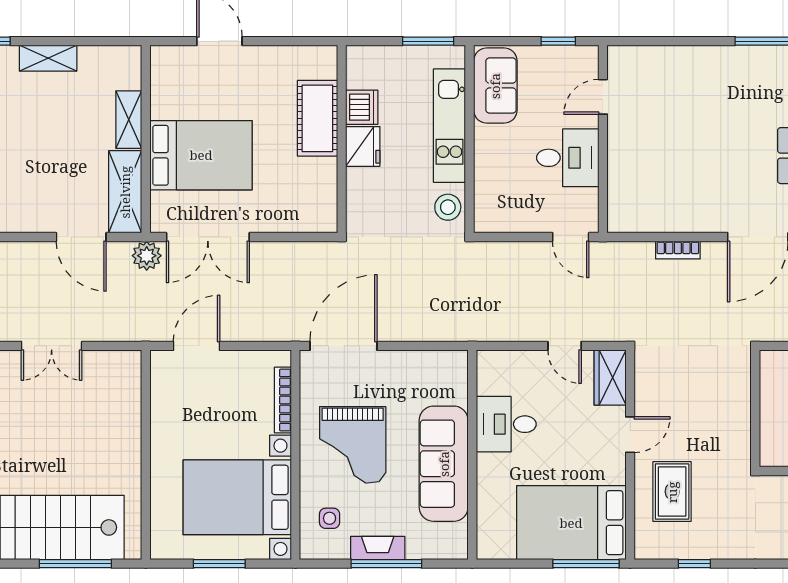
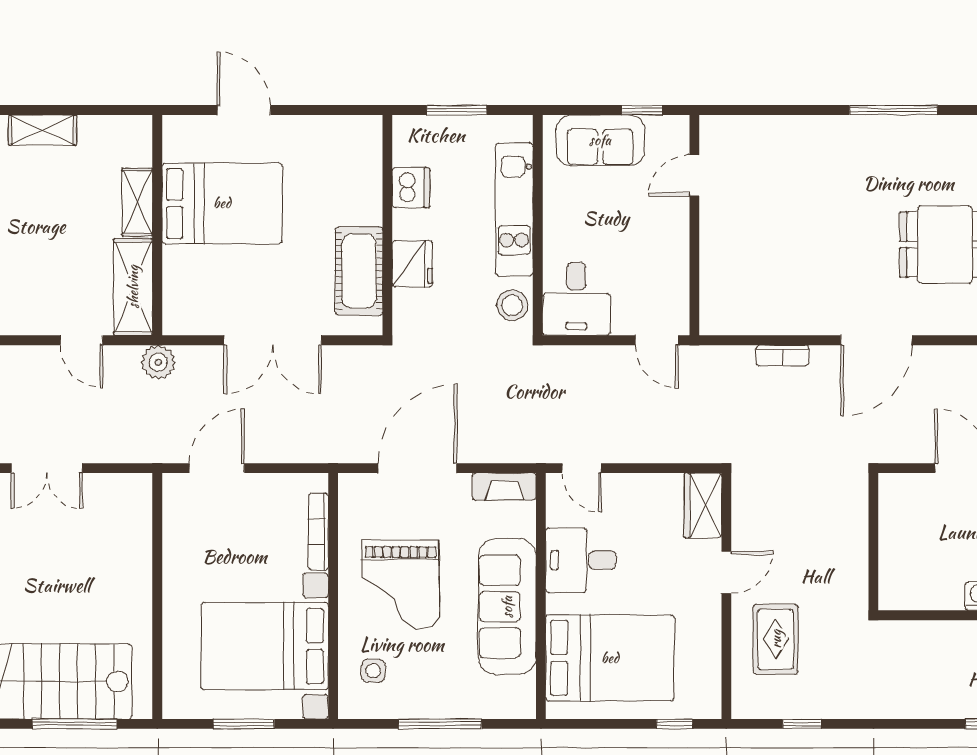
window: (428, 41) -> (457, 110), moved
sofa: (495, 86) -> (600, 140), moved, turned 90
cot: (317, 118) -> (359, 271), moved
fridge: (363, 146) -> (412, 264), moved
bed: (201, 155) -> (222, 203), moved
desk: (568, 158) -> (576, 299), moved, turned 90
door: (81, 237) -> (81, 340), width x0.73
double door: (208, 237) -> (273, 340), moved
door: (344, 346) -> (417, 468), moved
door: (565, 346) -> (582, 468), moved
bed: (571, 523) -> (610, 658), moved, turned 180
fireplace: (378, 548) -> (504, 487), moved, turned 180
window: (586, 564) -> (674, 724), width x0.46

